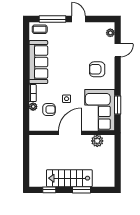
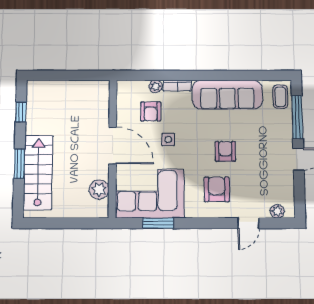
door: (118, 50) -> (248, 223), hinge flipped
armchair: (74, 64) -> (225, 151), added
stairs: (69, 178) -> (38, 173), moved

